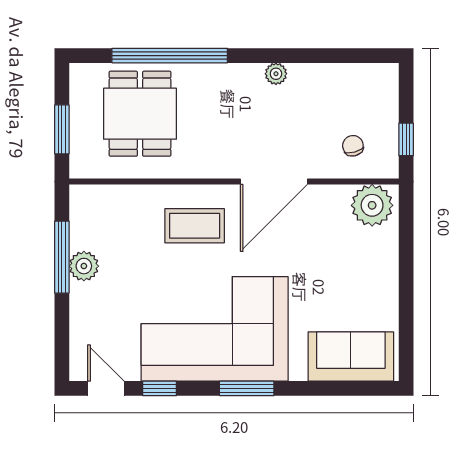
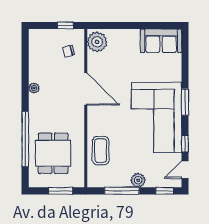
dining table: (140, 114) -> (53, 153), turned 90
coffee table: (195, 226) -> (101, 151), moved
plant: (84, 266) -> (138, 180), moved
window: (62, 346) -> (165, 191), added
sofa: (351, 356) -> (161, 41), moved, turned -90

